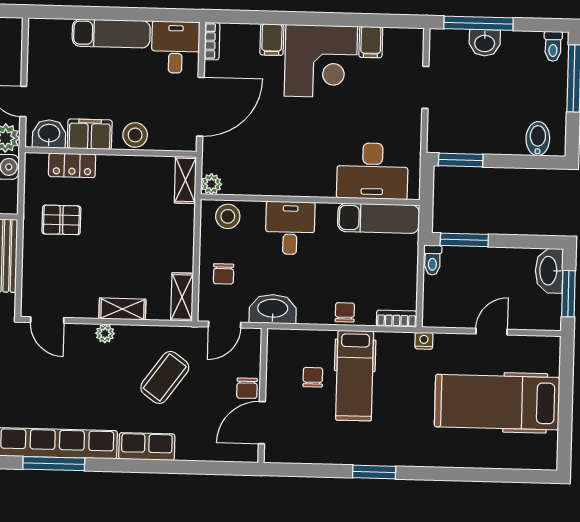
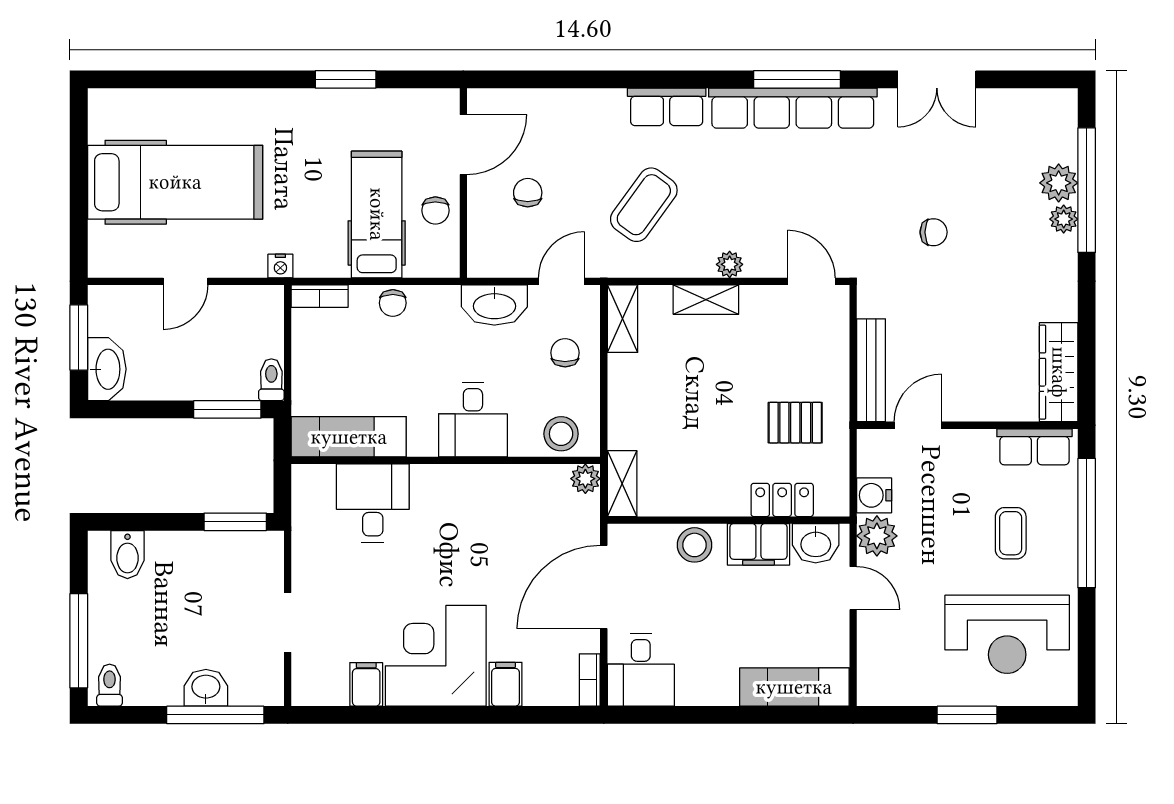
exam couch: (111, 33) -> (794, 687), moved
desk: (372, 171) -> (373, 503), width x0.73
wall: (263, 395) -> (463, 183), moved
door: (262, 423) -> (463, 145), moved

